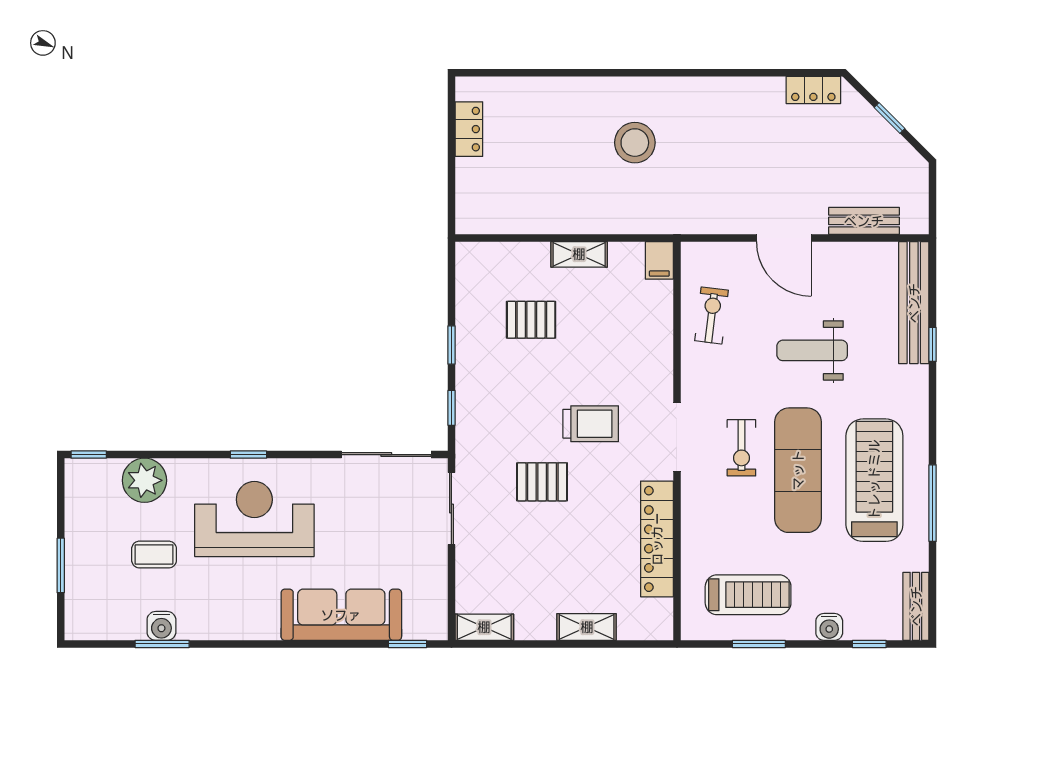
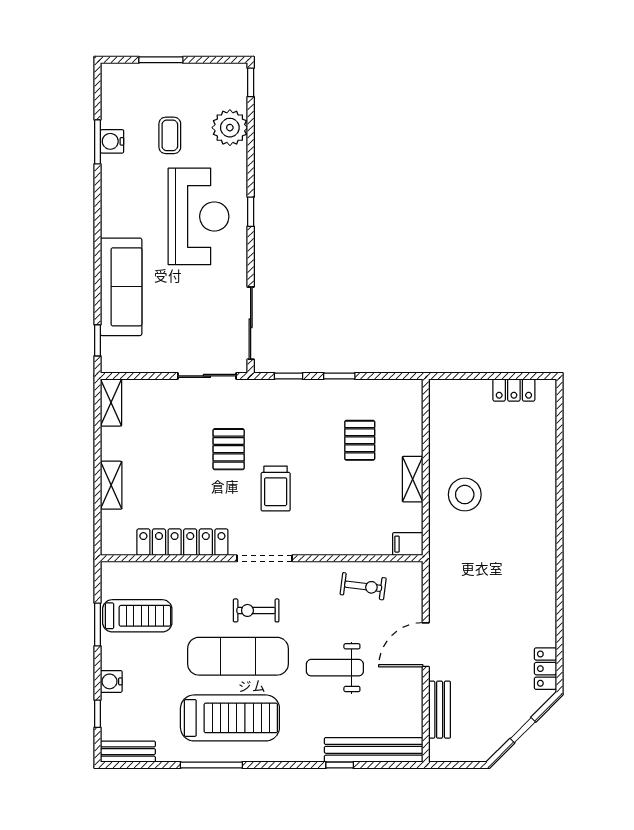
stool: (635, 143) -> (465, 495), moved
weight bench: (812, 350) -> (335, 668), turned -90
treadmill: (748, 595) -> (137, 616), turned -90

